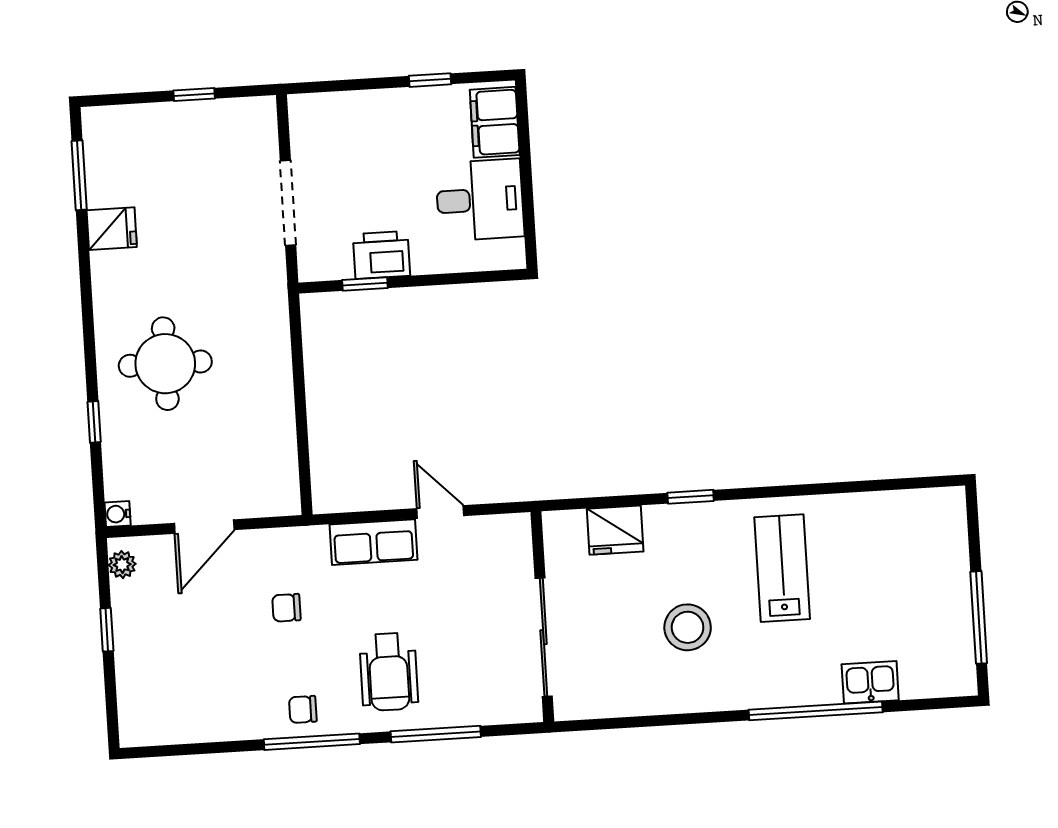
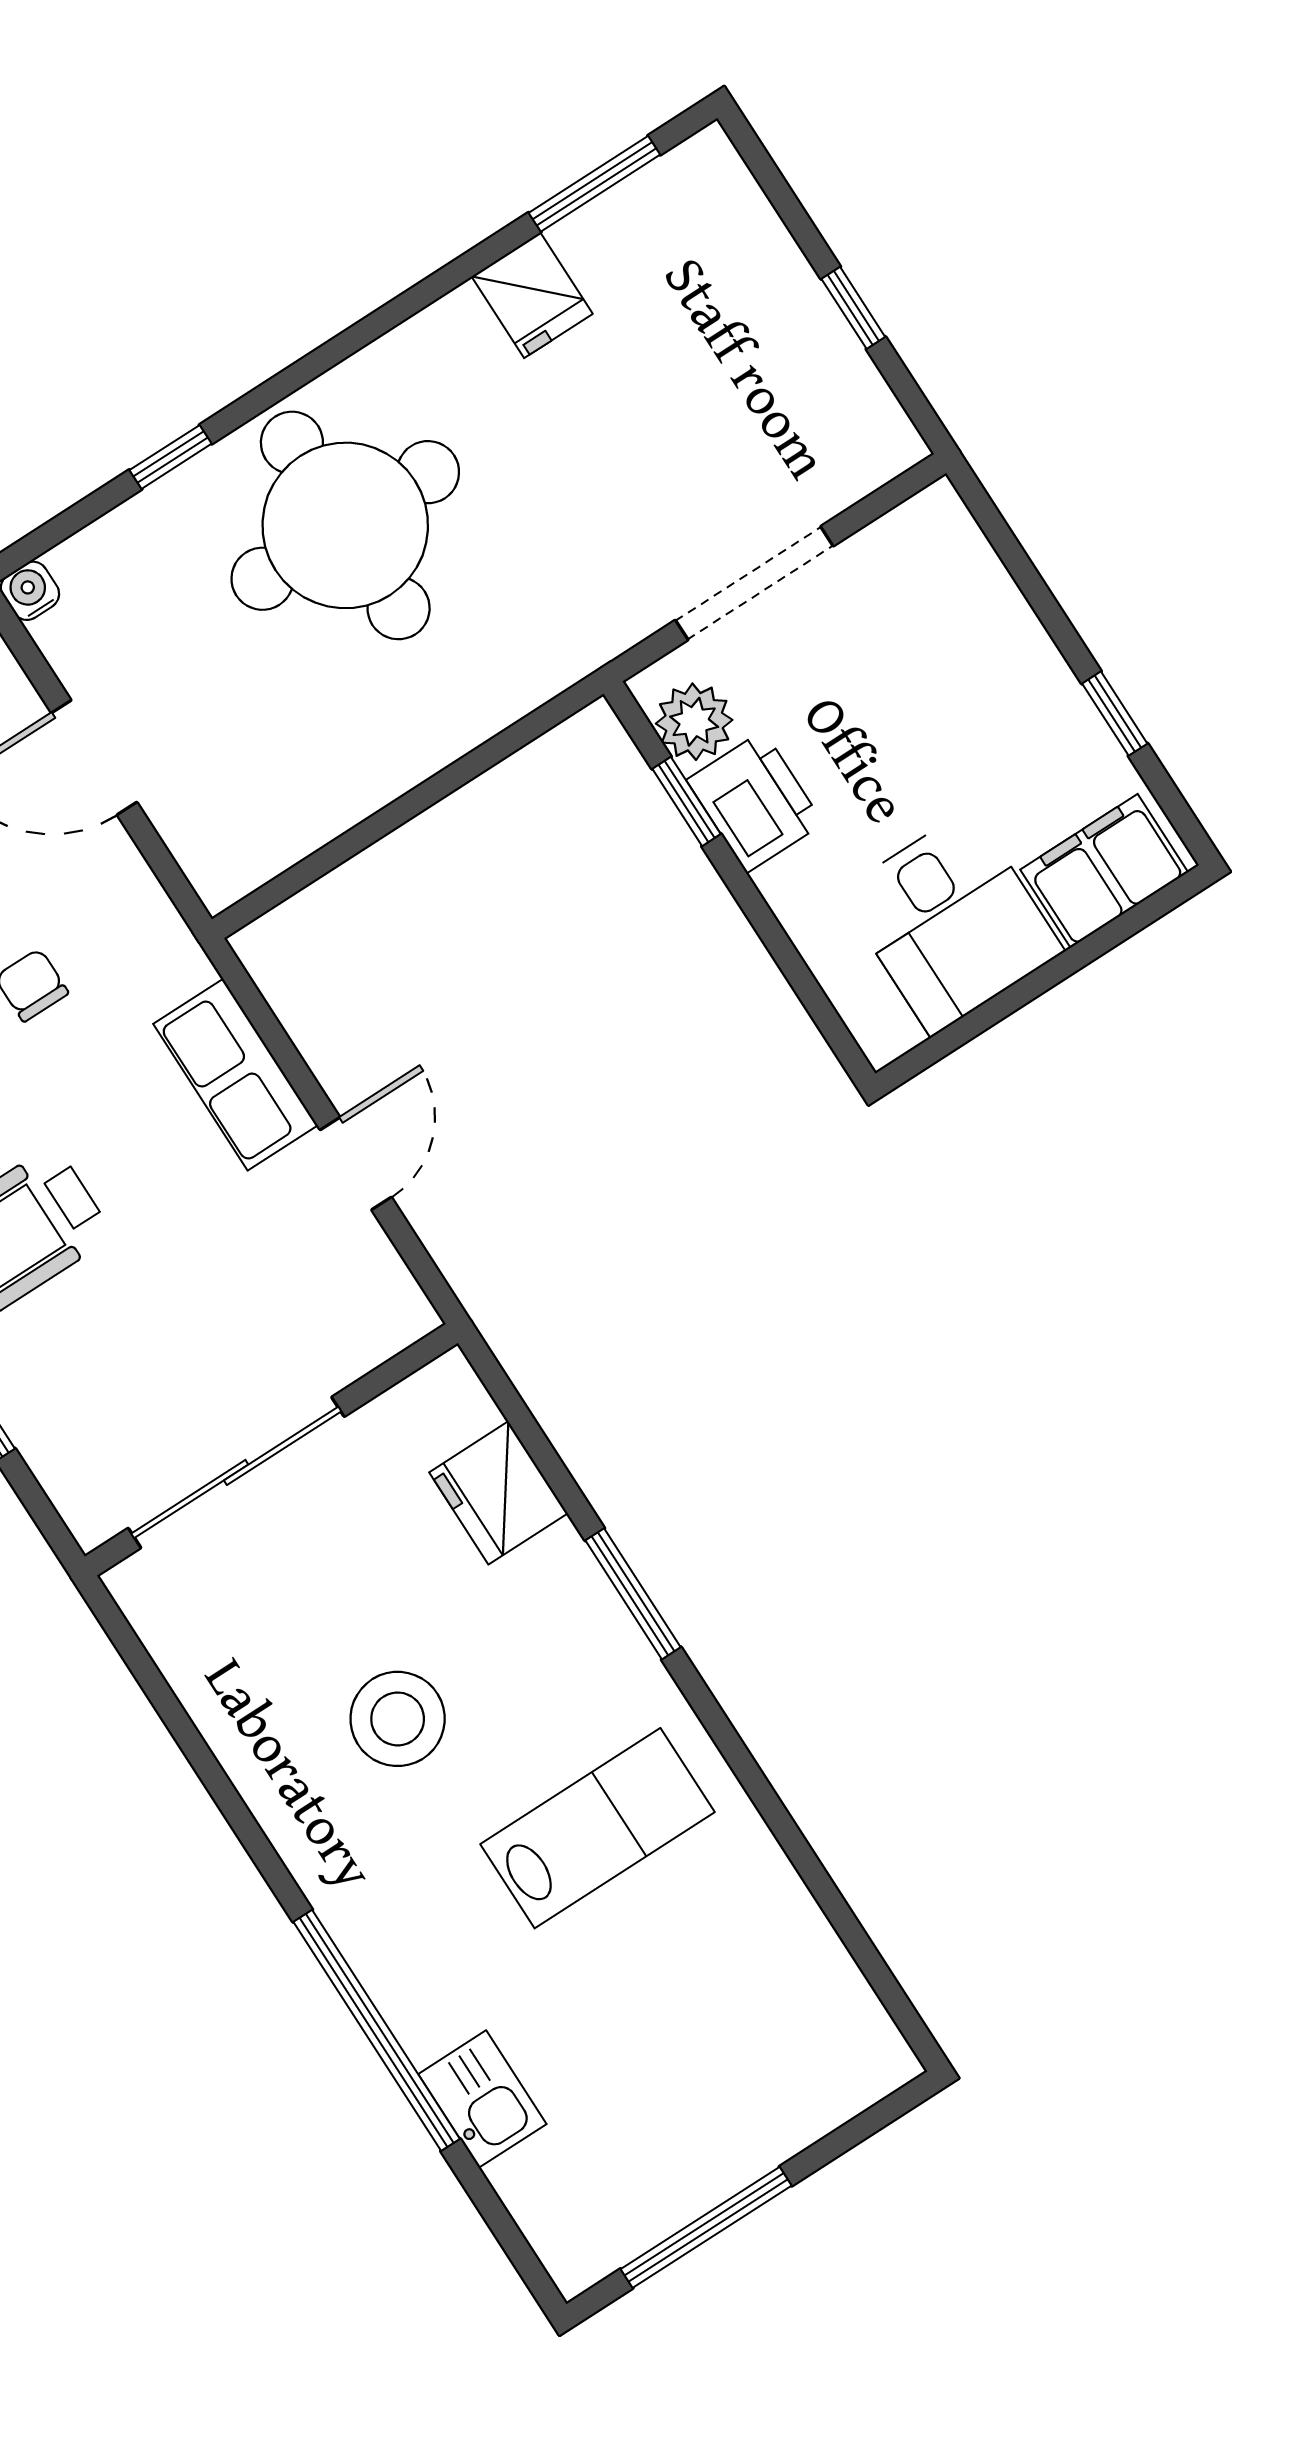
plant: (333, 262) -> (694, 722), added
round table: (165, 364) -> (345, 525), width x1.36, depth x1.36
window: (691, 497) -> (633, 1594), width x1.50

